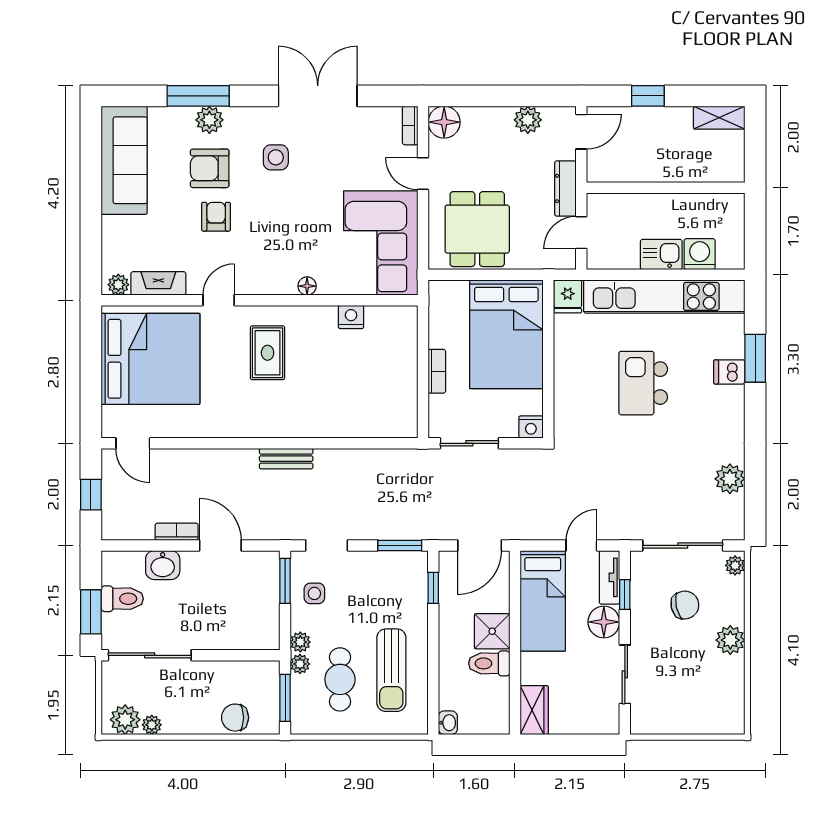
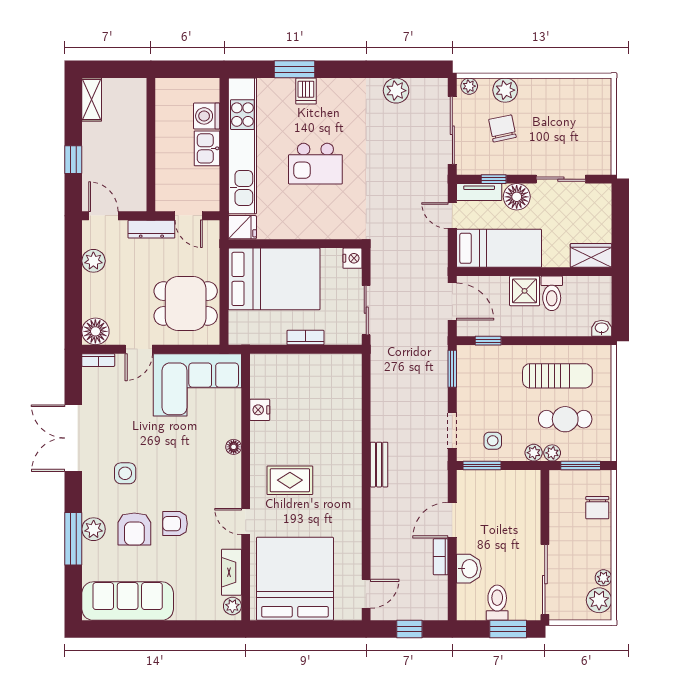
plant: (730, 640) -> (505, 90), moved

